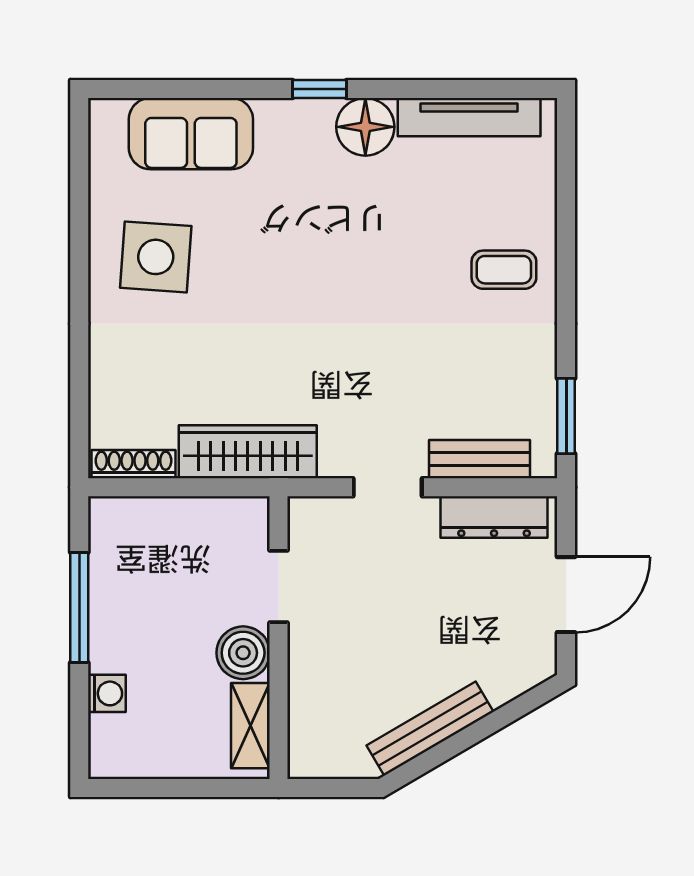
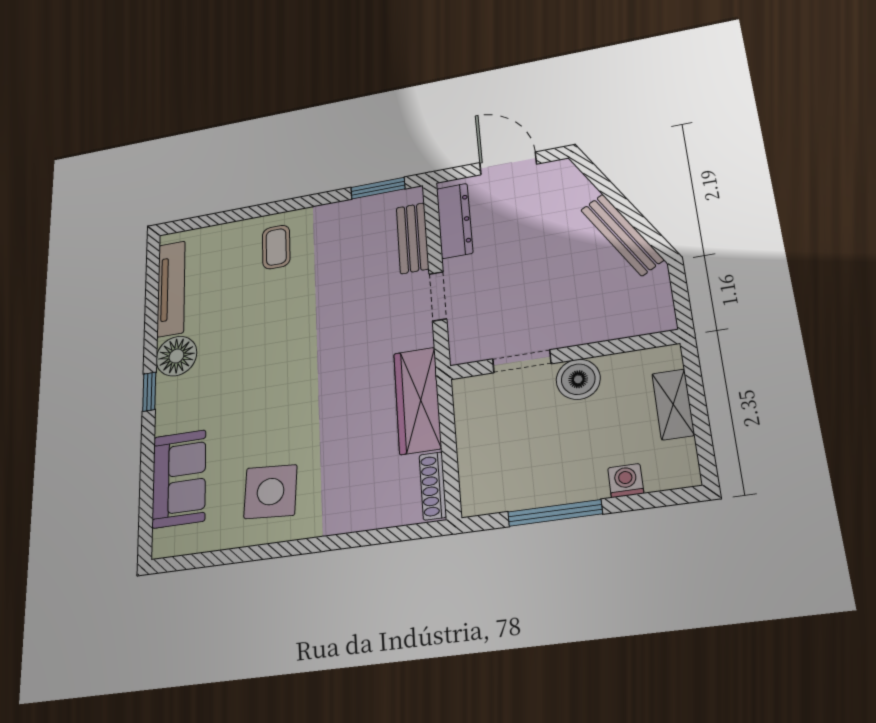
shelving: (250, 726) -> (673, 404), moved, turned 90

